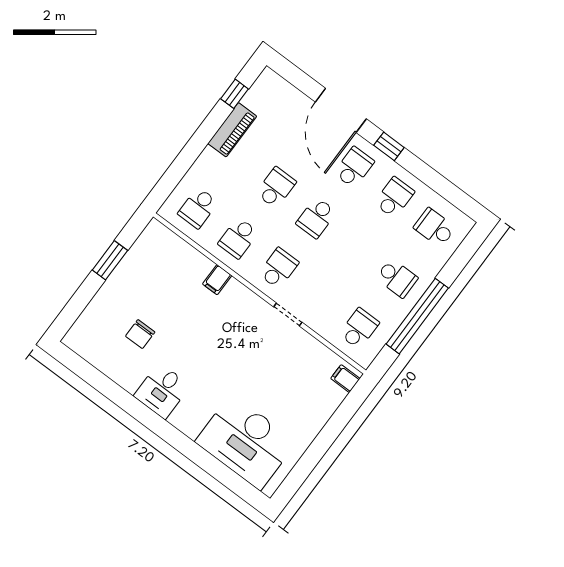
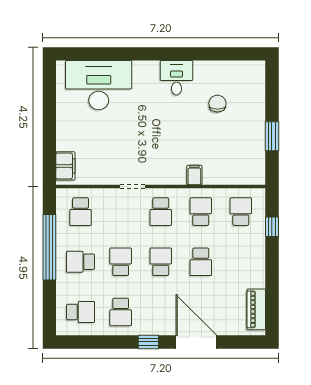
window: (234, 94) -> (272, 227), moved
piano: (232, 130) -> (256, 309), moved
school desk: (354, 167) -> (121, 262), moved, turned 180
filing cabinet: (345, 379) -> (65, 166), width x2.00

